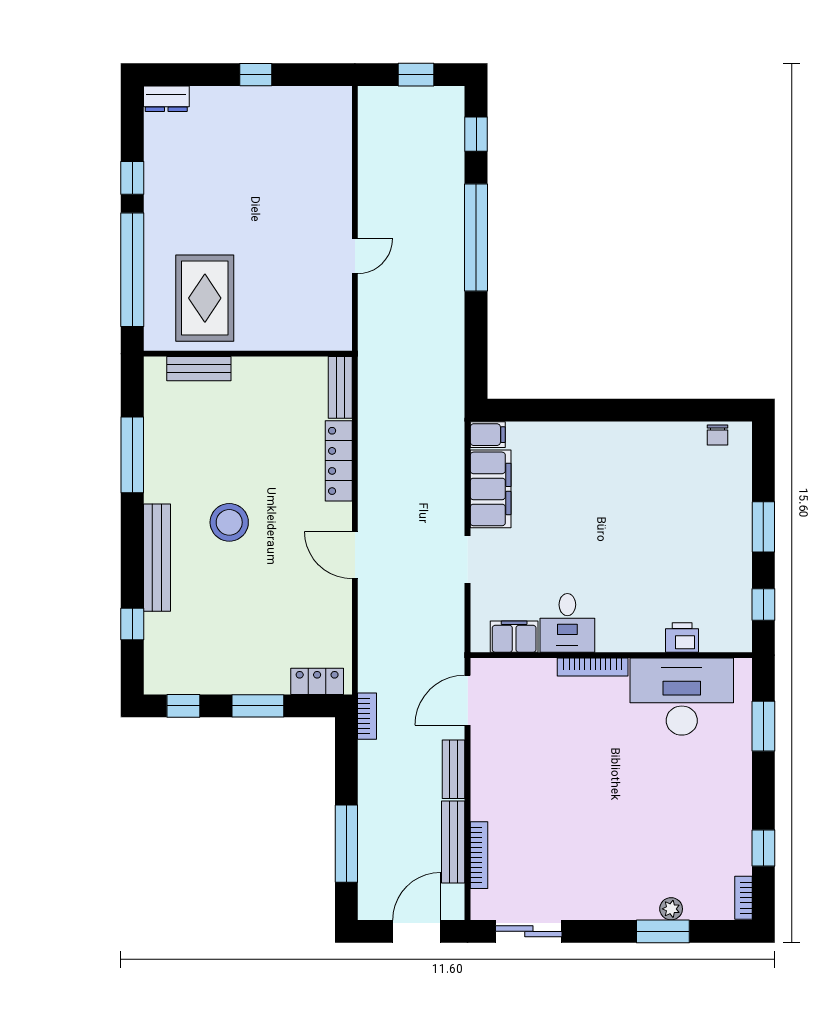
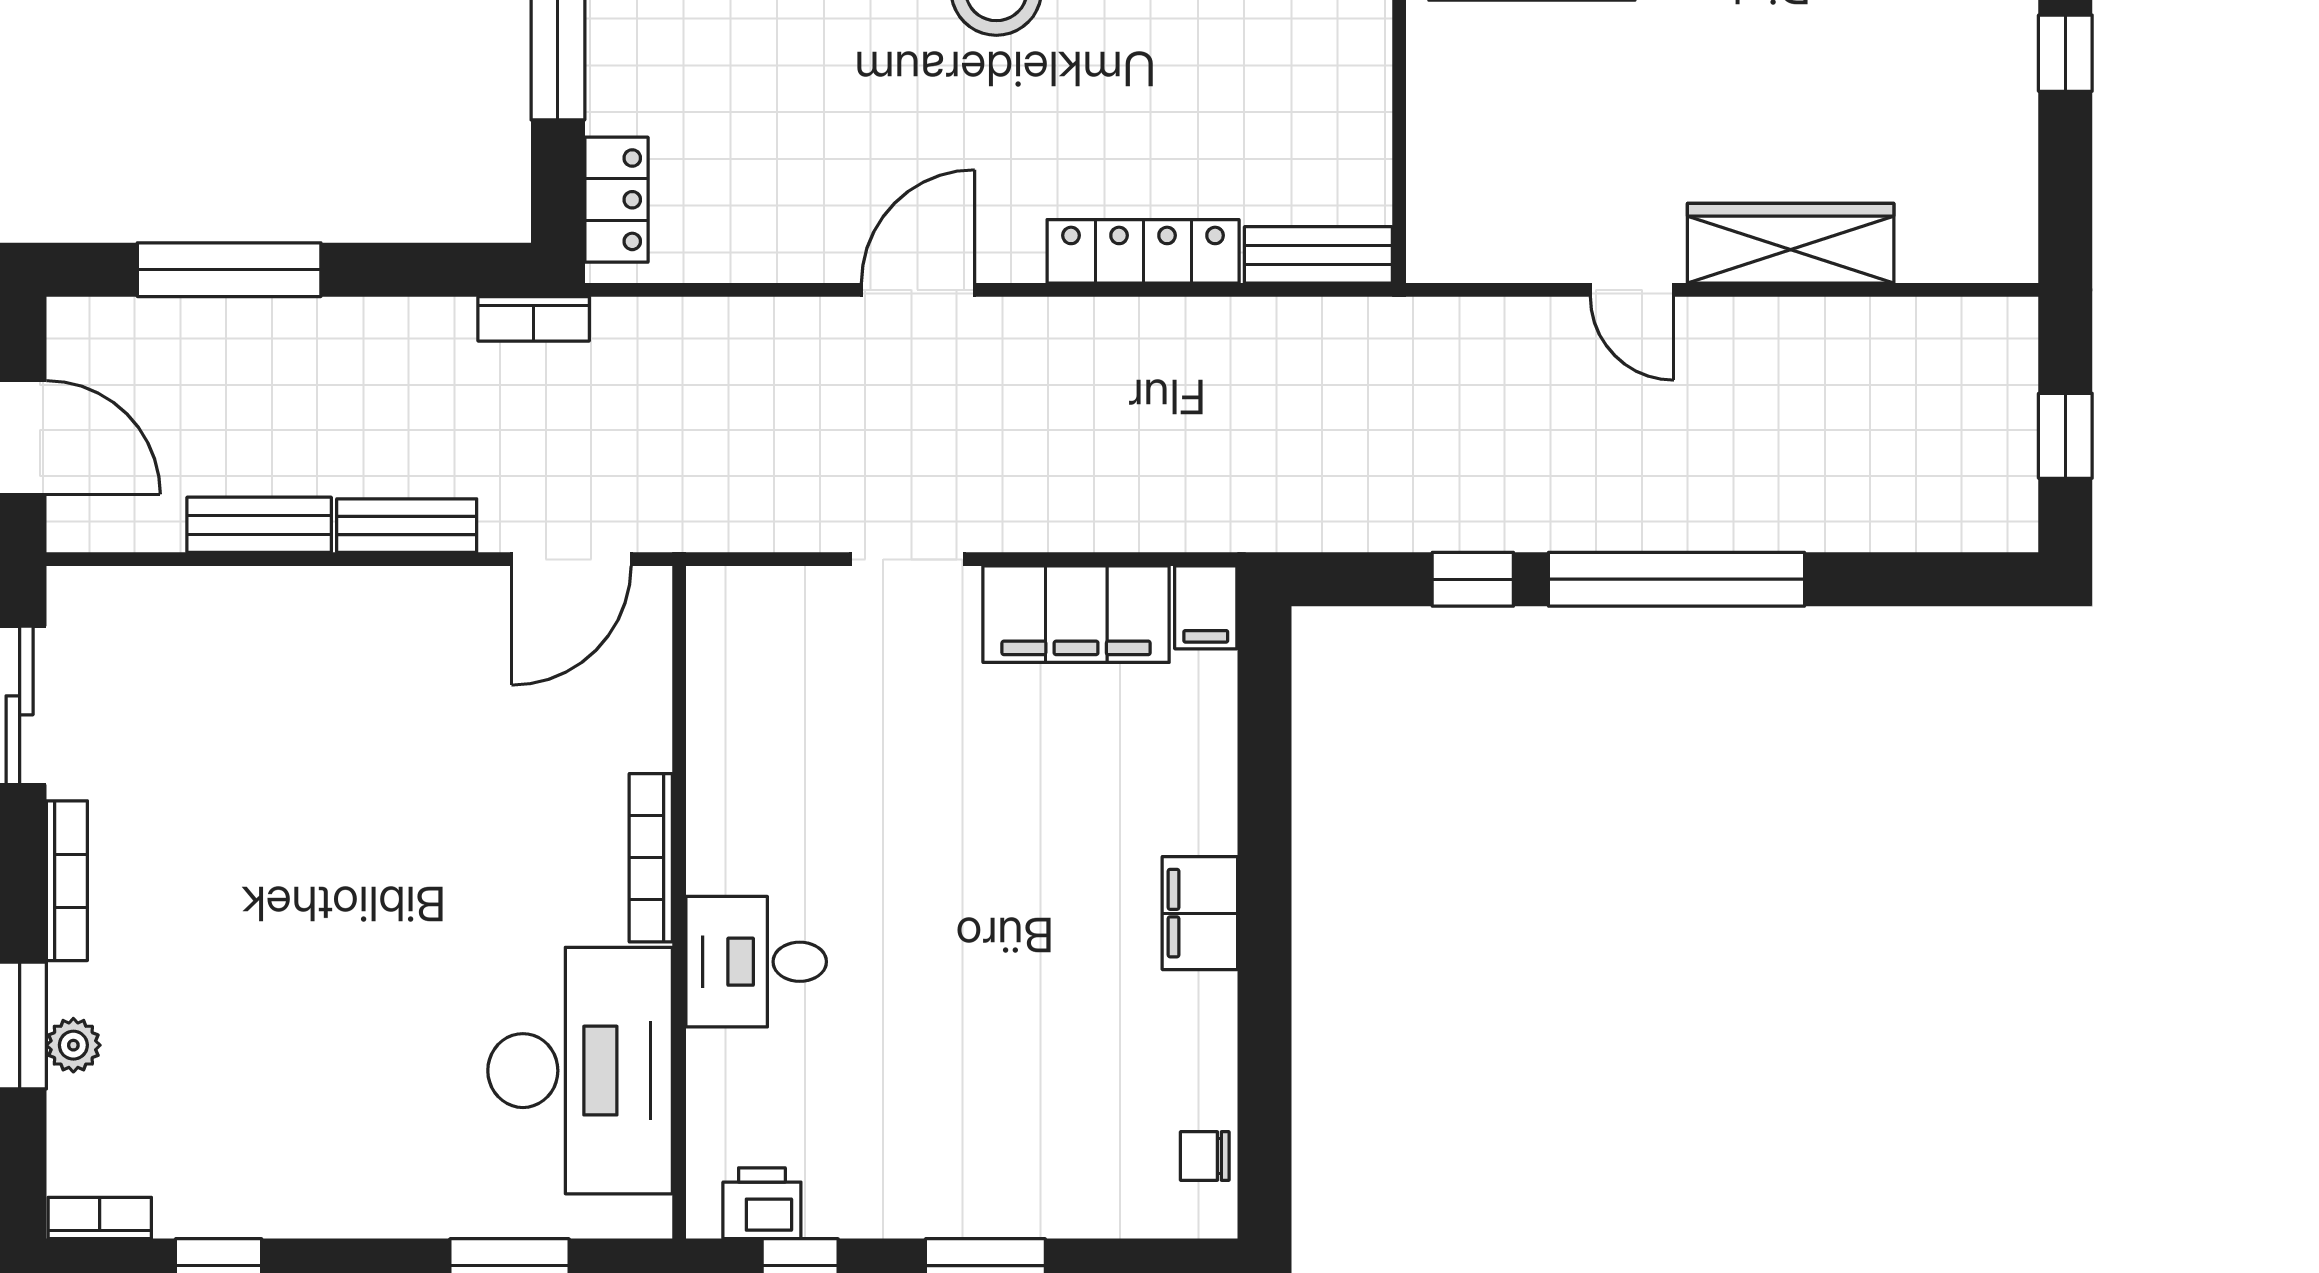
window: (476, 134) -> (1473, 579), moved
wardrobe: (335, 190) -> (1791, 243), added
desk: (567, 623) -> (756, 962), moved
filing cabinet: (514, 637) -> (1200, 913), moved, turned 180
printer: (682, 638) -> (762, 1203), moved, turned -90
door: (468, 700) -> (571, 559), swing flipped
bench: (453, 842) -> (259, 525), width x0.73
bookcase: (479, 855) -> (67, 881), moved, turned -90

